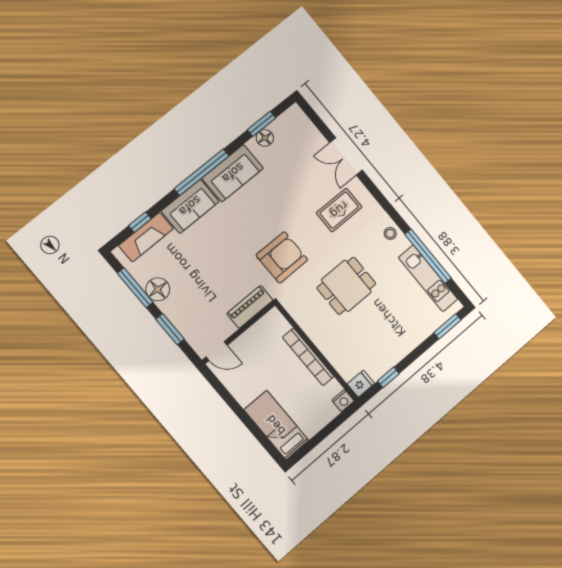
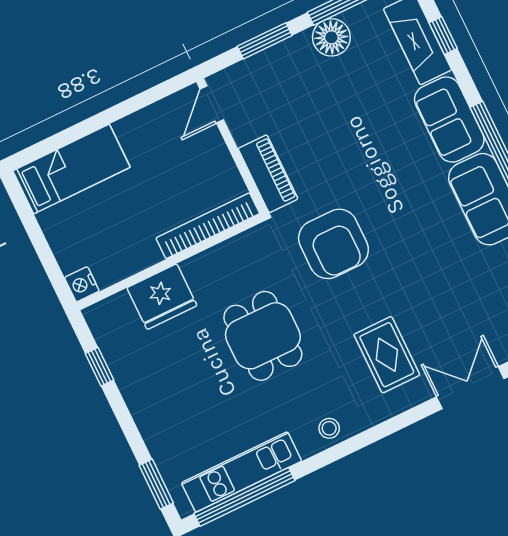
window: (428, 256) -> (244, 497), moved
bookcase: (308, 357) -> (208, 226), moved
fridge: (361, 384) -> (162, 297), moved, width x1.88, depth x1.34

